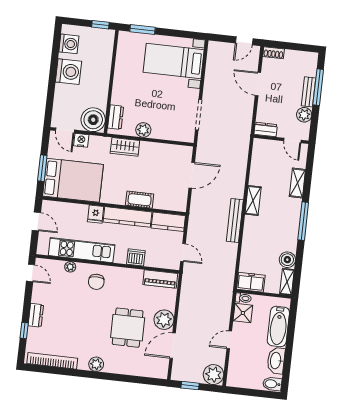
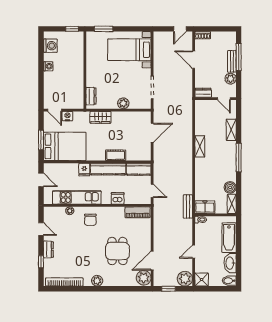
washing machine: (68, 72) -> (48, 66), width x0.53, depth x0.53
boiler: (93, 120) -> (75, 100), removed
plant: (143, 130) -> (123, 103), moved
bench: (235, 220) -> (188, 206), moved, width x0.73
door: (31, 273) -> (41, 229), moved
shower: (243, 313) -> (202, 280), moved
plant: (164, 320) -> (144, 278), moved

